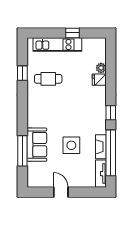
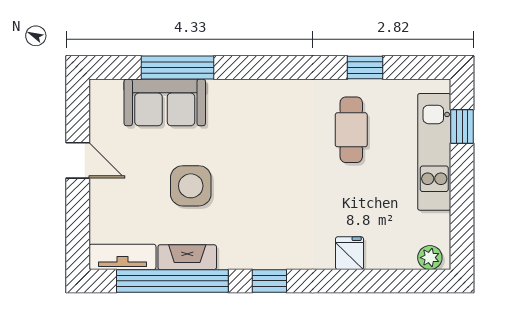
window: (73, 33) -> (462, 126), moved
plant: (101, 68) -> (430, 258), moved
sofa: (37, 145) -> (165, 102), moved
door: (61, 192) -> (78, 160), hinge flipped

